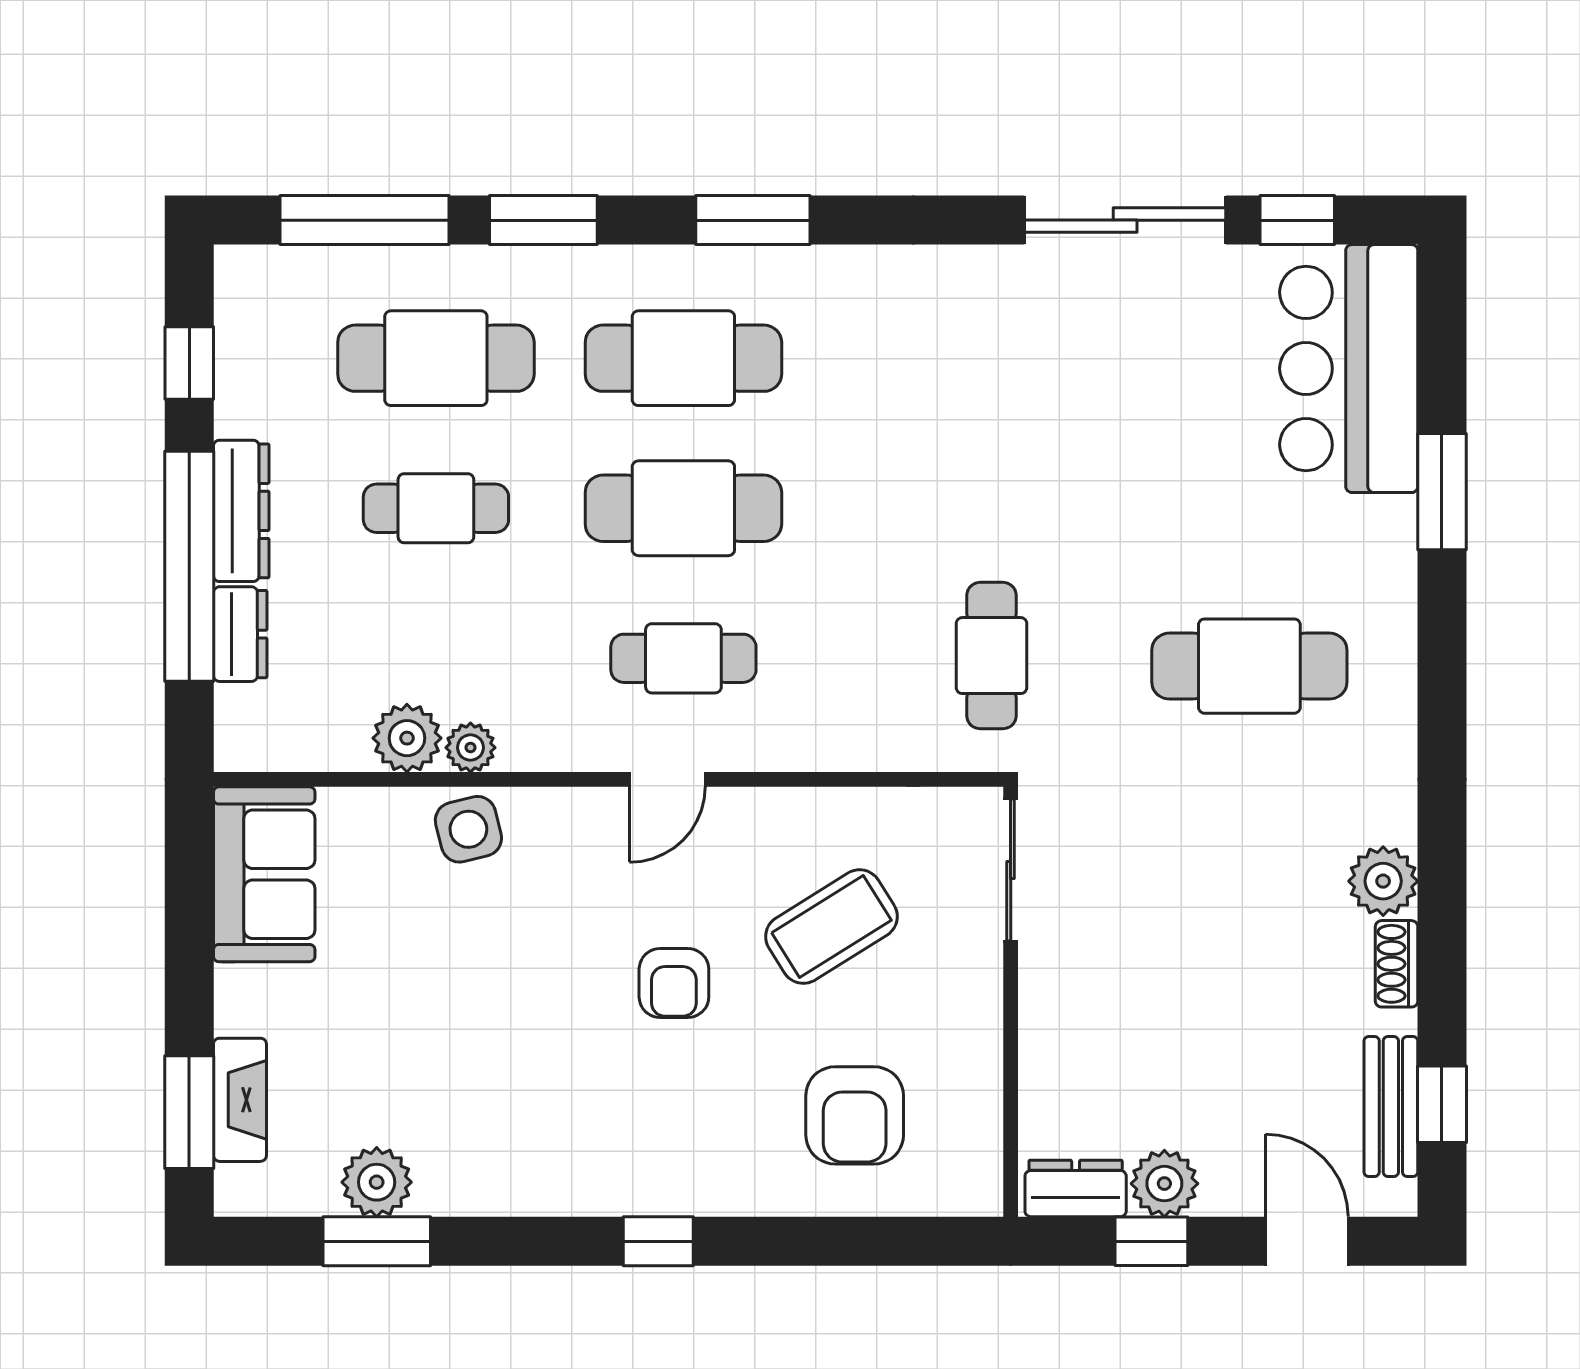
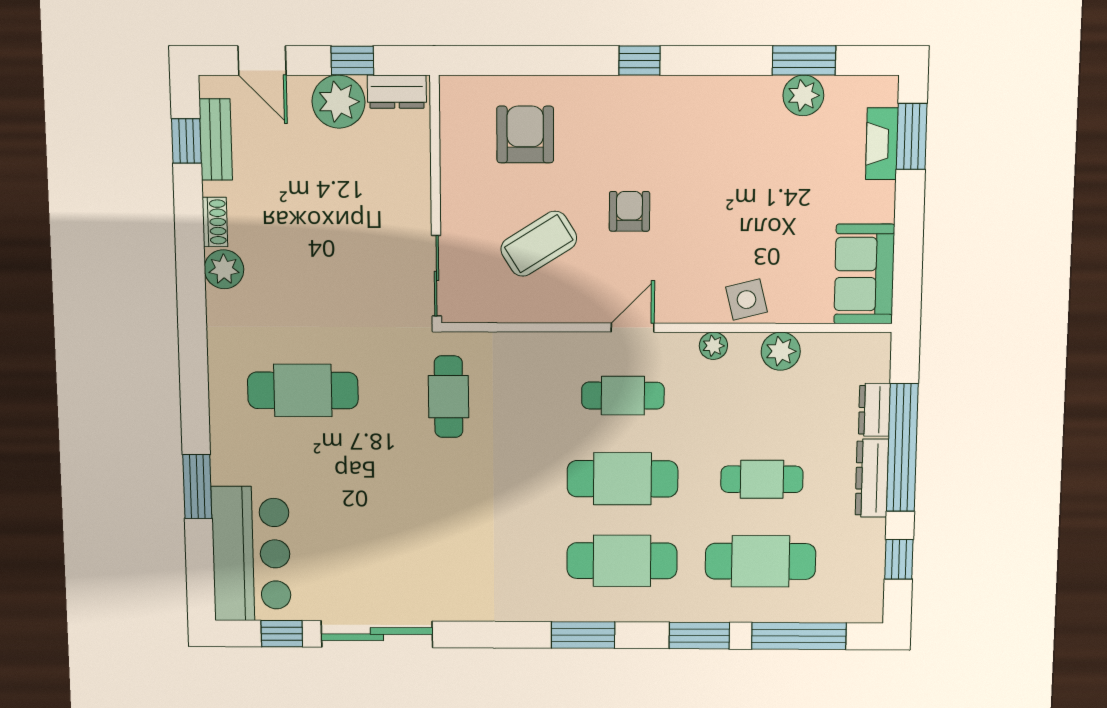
plant: (470, 748) -> (713, 346), moved
plant: (1164, 1184) -> (339, 102), width x1.36, depth x1.36

